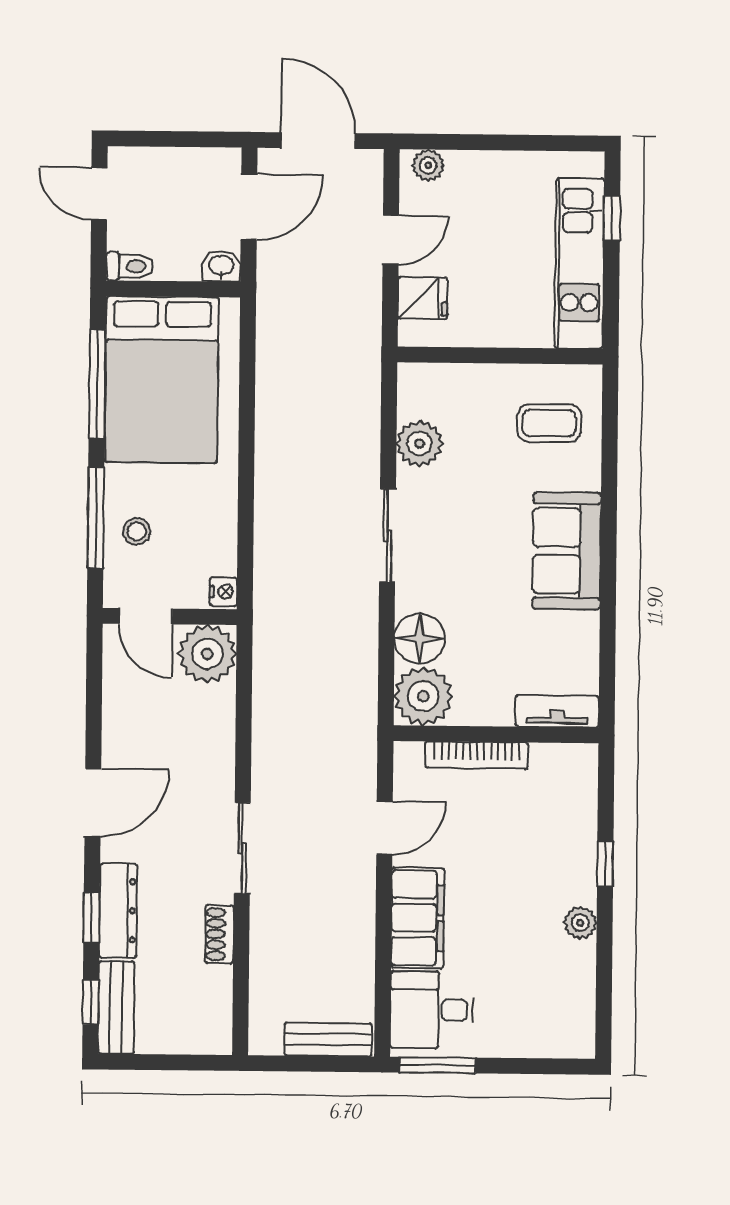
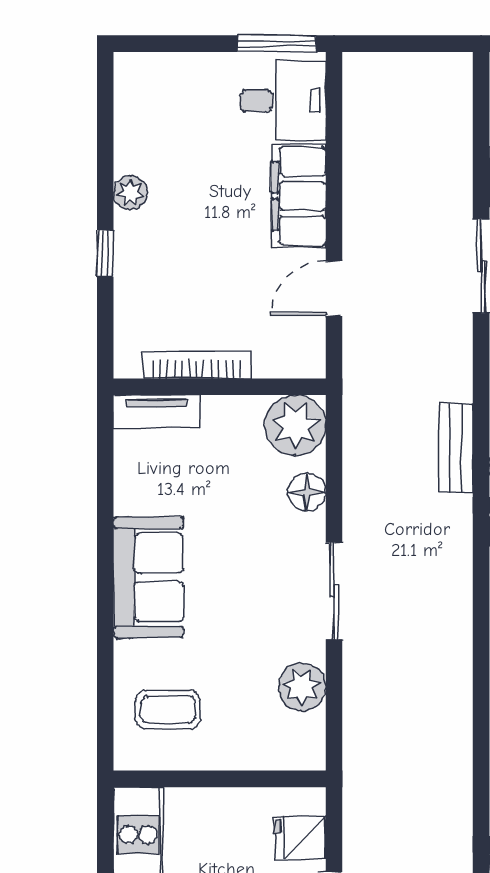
floor lamp: (420, 639) -> (307, 492), width x0.73, depth x0.73
bookcase: (477, 755) -> (197, 365), moved
bench: (328, 1039) -> (456, 448), moved, turned 90

